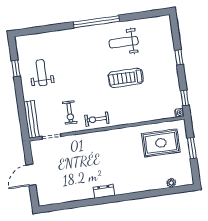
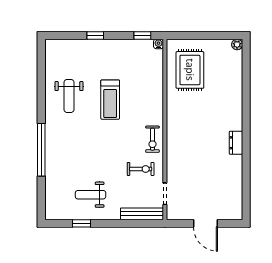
window: (96, 22) -> (41, 150), moved
window: (192, 148) -> (201, 35), removed
plant: (171, 183) -> (237, 44), moved

